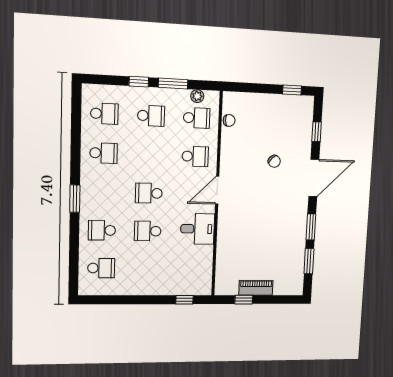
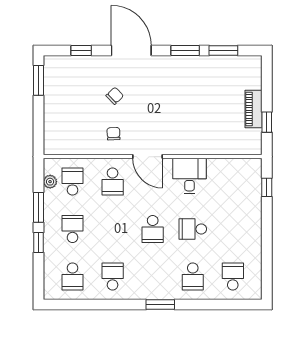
window: (292, 90) -> (38, 80), width x1.50
school desk: (104, 114) -> (72, 276), turned 180
chair: (229, 120) -> (113, 134), moved
school desk: (195, 156) -> (113, 181), turned 180
school desk: (148, 231) -> (193, 229), turned 90

